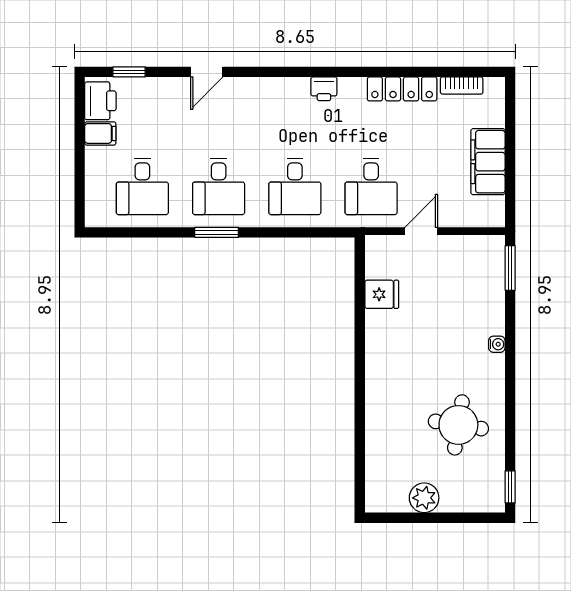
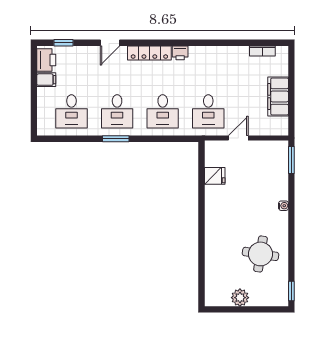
locker: (402, 89) -> (149, 53), moved

